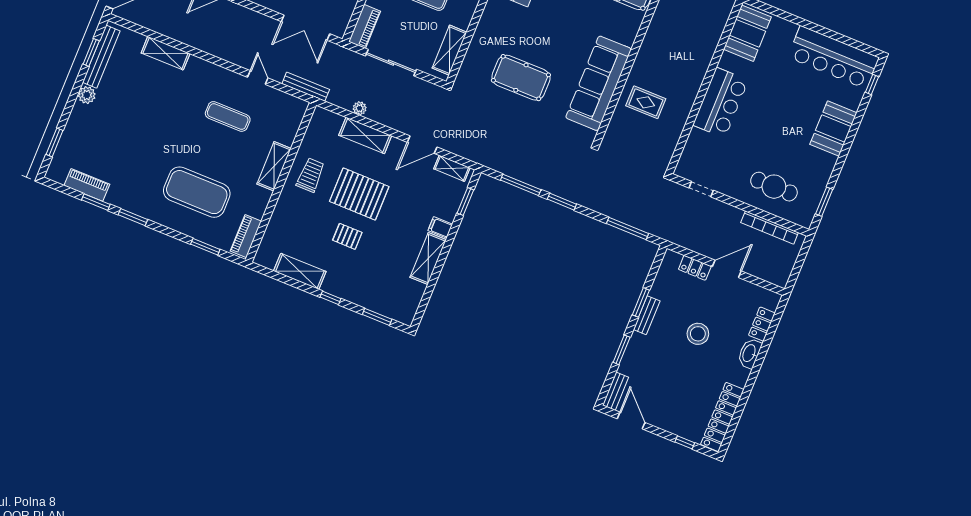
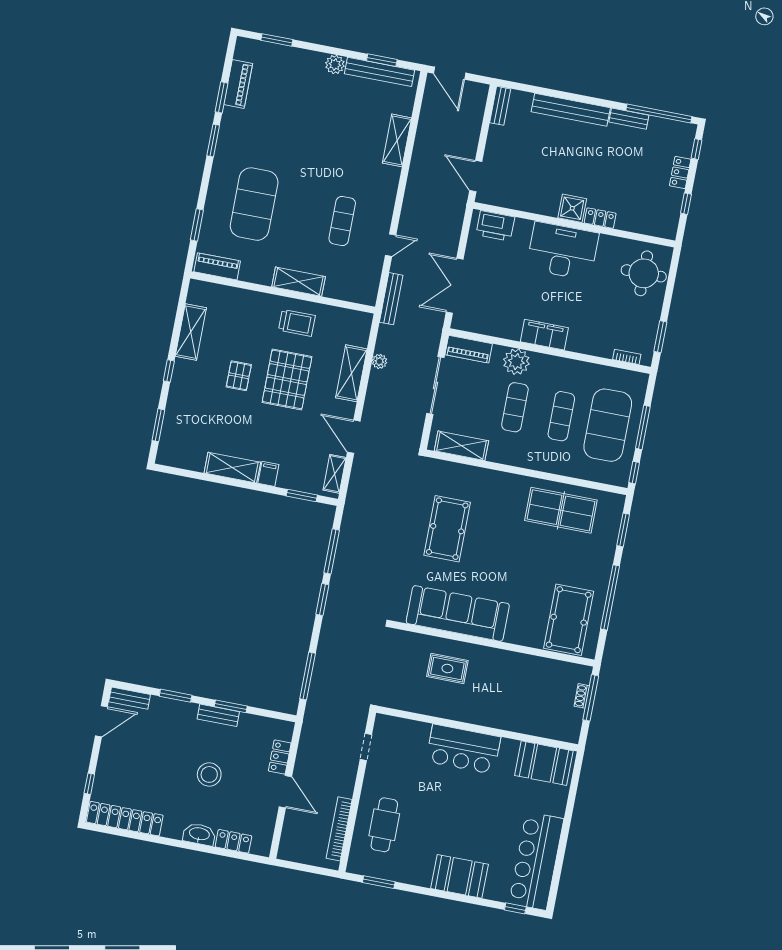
rug: (646, 102) -> (447, 669), turned 90

